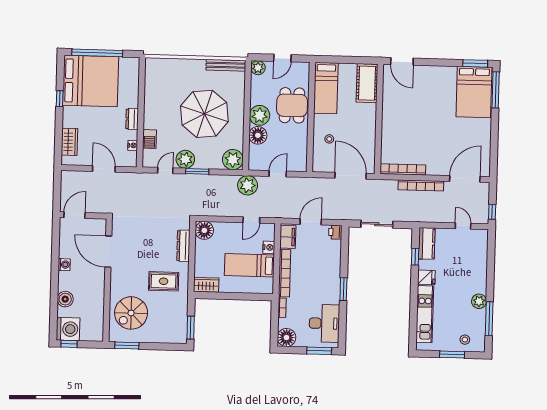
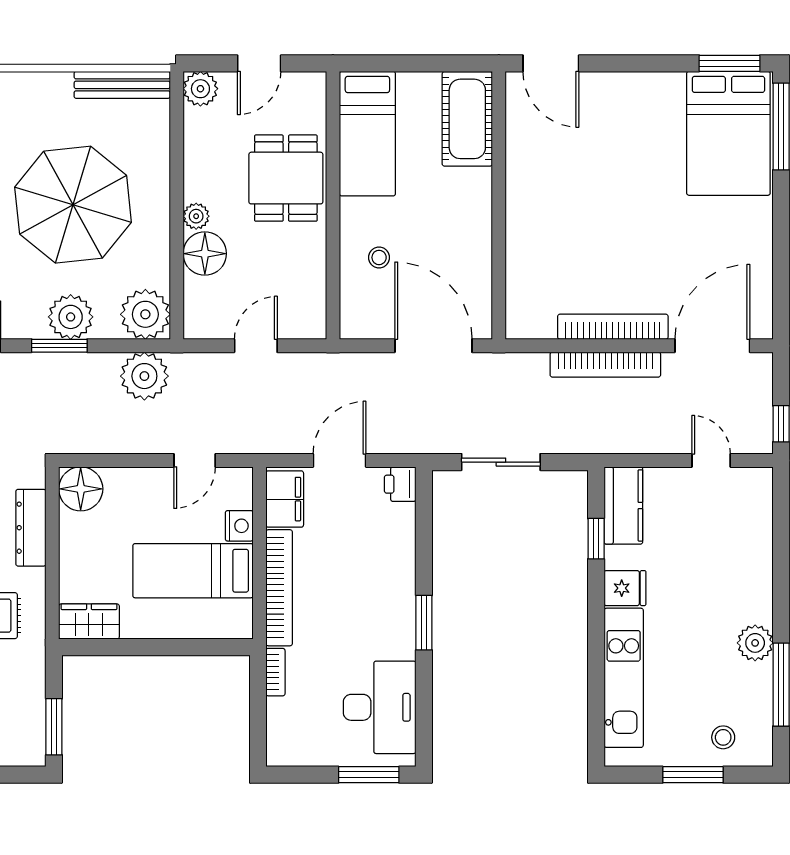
plant: (260, 115) -> (196, 216), width x0.53, depth x0.53
plant: (185, 159) -> (71, 317), moved
bookcase: (403, 169) -> (613, 327), moved
plant: (248, 185) -> (144, 376), moved
floor lamp: (286, 337) -> (288, 744), removed

